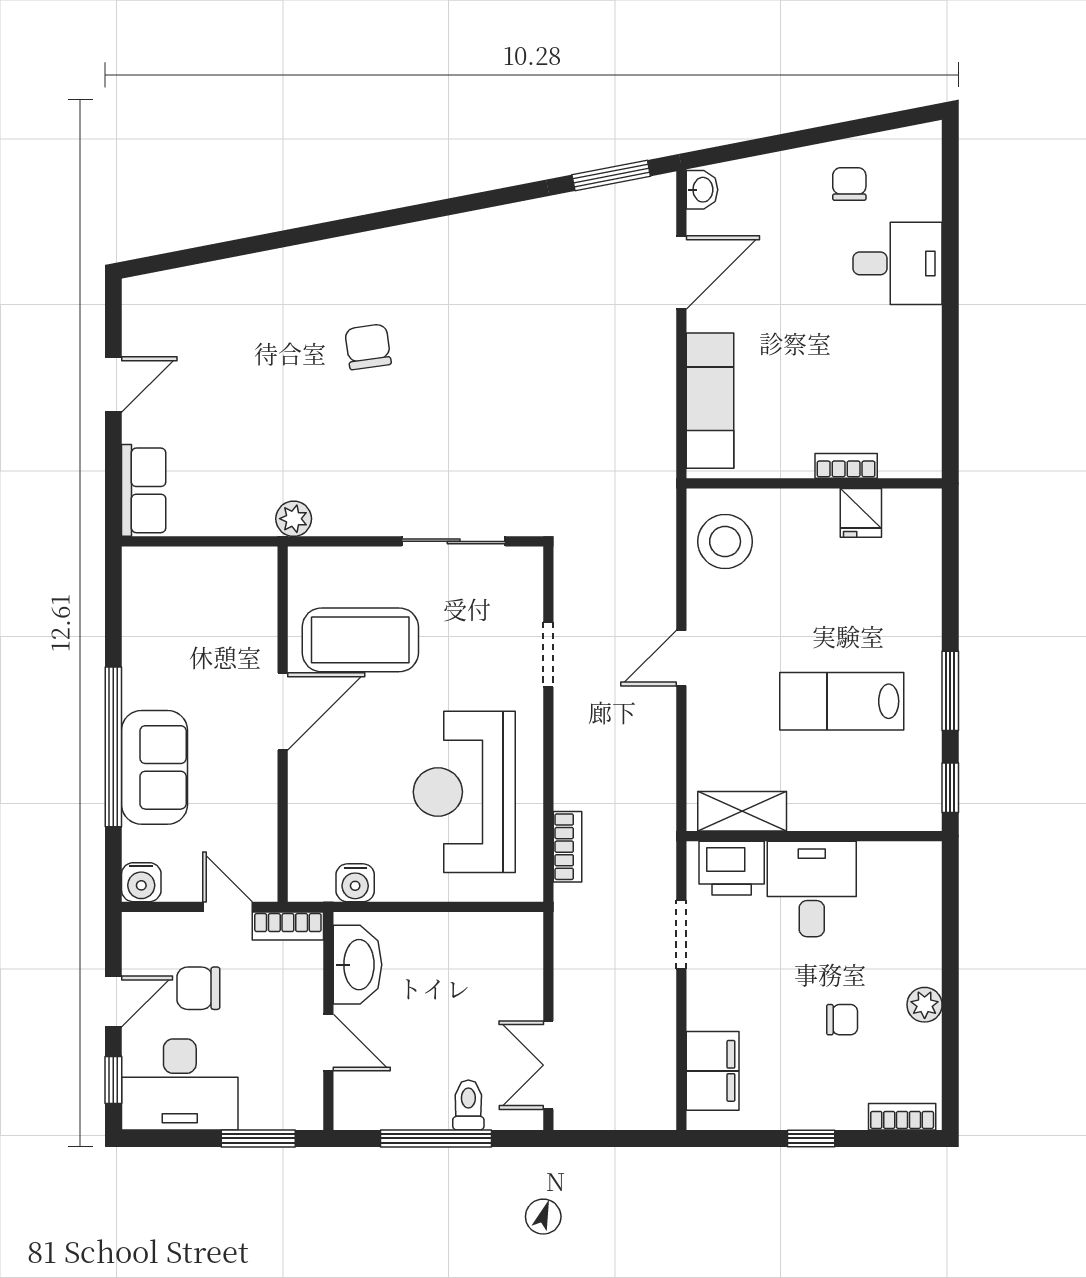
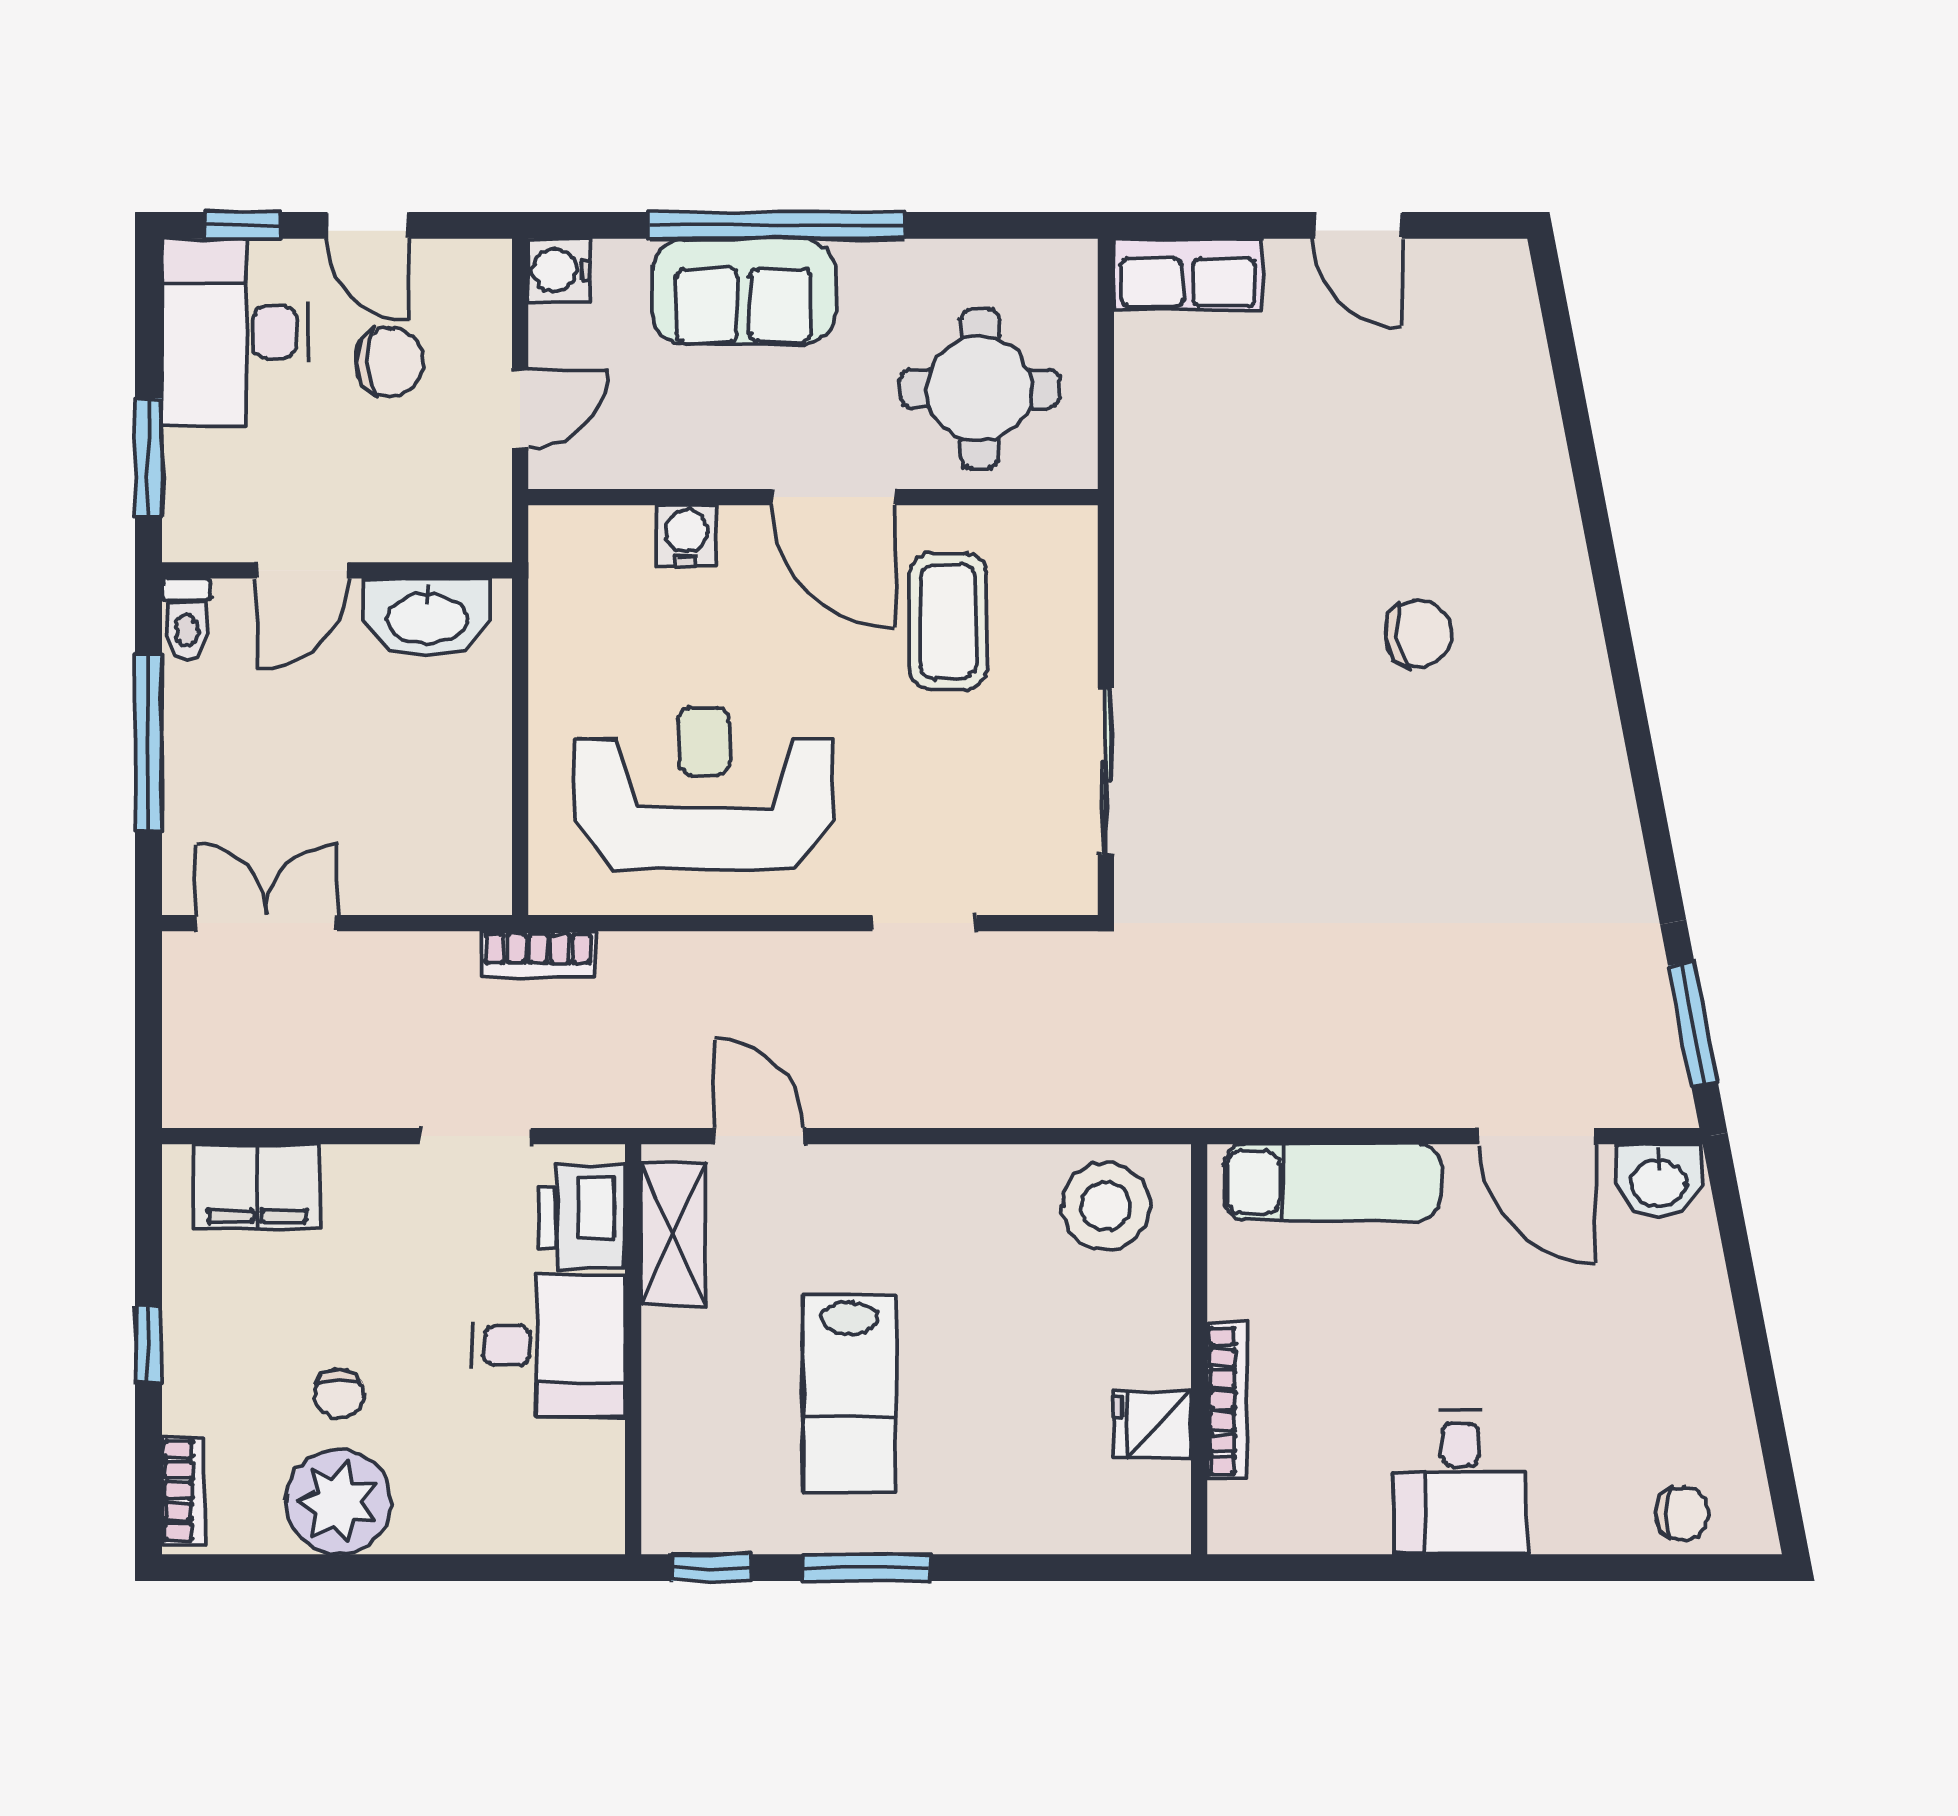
chair: (849, 184) -> (1682, 1513), moved
washbasin: (702, 190) -> (1658, 1181), width x1.38, depth x1.45
desk: (898, 263) -> (1460, 1483), moved
bookcase: (846, 466) -> (1227, 1401), width x1.56
plant: (294, 519) -> (1142, 515), removed
round table: (215, 620) -> (980, 389), added
coffee table: (360, 640) -> (948, 621), width x0.73, depth x0.76
door: (681, 658) -> (759, 1136), moved
lab bench: (842, 701) -> (850, 1394), turned 180
bookcase: (568, 847) -> (538, 954), moved
water cooler: (355, 883) -> (686, 536), moved, turned 90
bookcase: (288, 926) -> (489, 505), removed
chair: (198, 988) -> (389, 362), turned 90
plant: (925, 1005) -> (338, 1502), width x1.87, depth x1.87
toilet: (468, 1105) -> (187, 619), moved, turned 90

